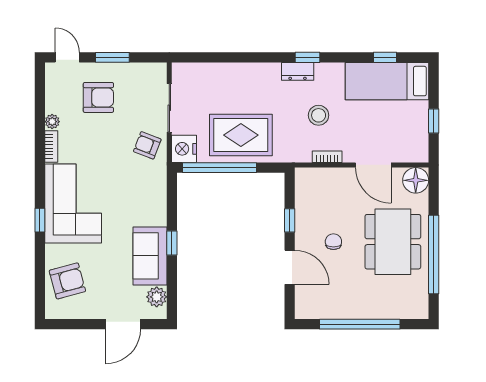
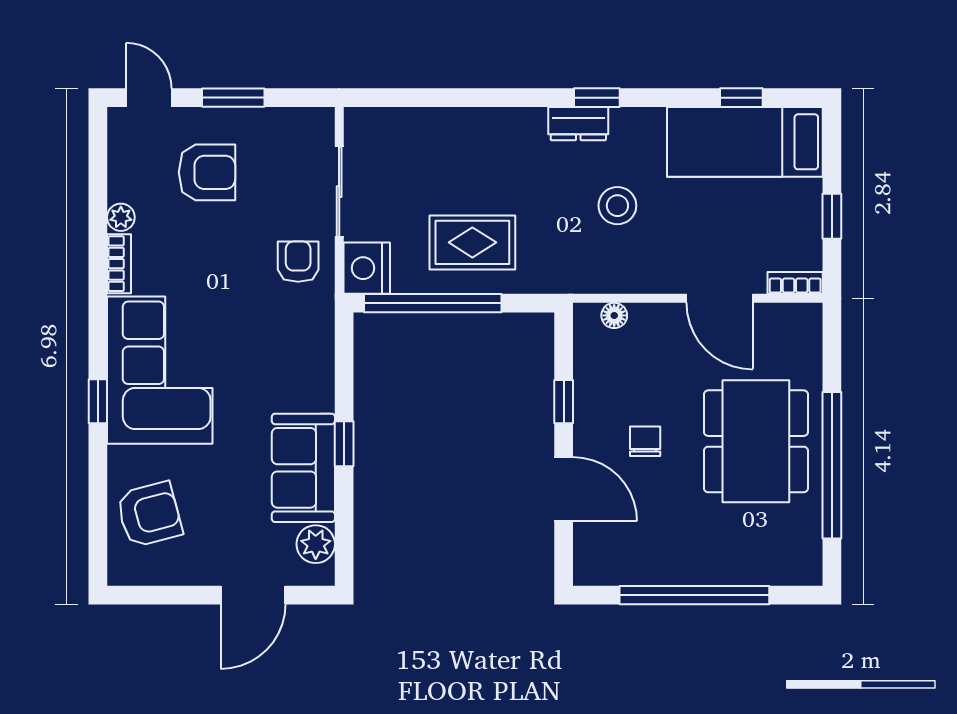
rug: (241, 135) -> (472, 242), width x0.73, depth x0.70
armchair: (147, 145) -> (298, 262), turned 69
bookcase: (327, 157) -> (795, 283), moved
floor lamp: (416, 180) -> (614, 315), moved, width x0.53, depth x0.53

